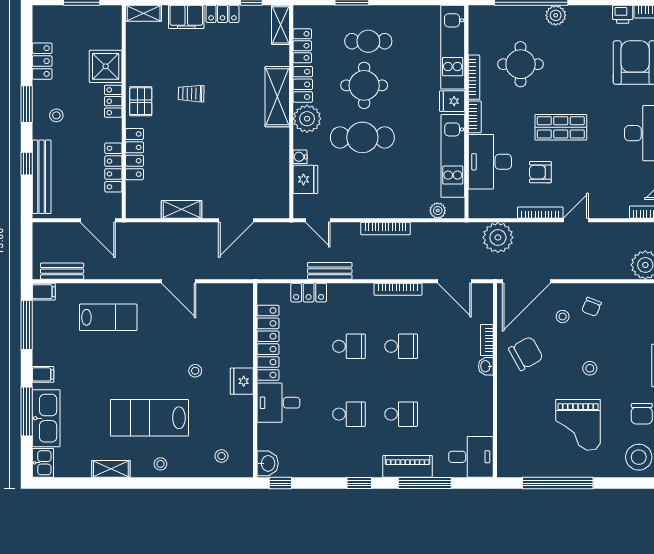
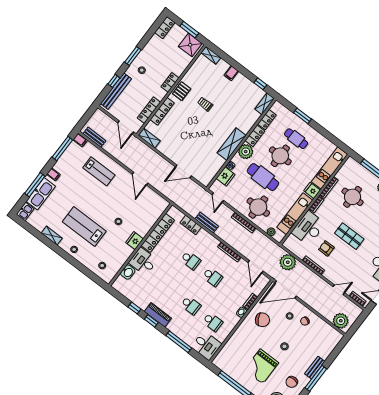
locker: (223, 14) -> (244, 81), removed
filing cabinet: (186, 17) -> (231, 73), width x0.50
locker: (42, 61) -> (165, 28), moved
shower: (106, 66) -> (190, 45), moved
shelving: (277, 97) -> (232, 144), moved
round table: (390, 188) -> (258, 207), added
shelving: (182, 209) -> (149, 138), moved
door: (576, 220) -> (339, 290), moved
school desk: (349, 414) -> (213, 322), moved
washbasin: (268, 463) -> (128, 272), moved
piano: (408, 466) -> (158, 315), moved
window: (280, 483) -> (134, 308), moved

